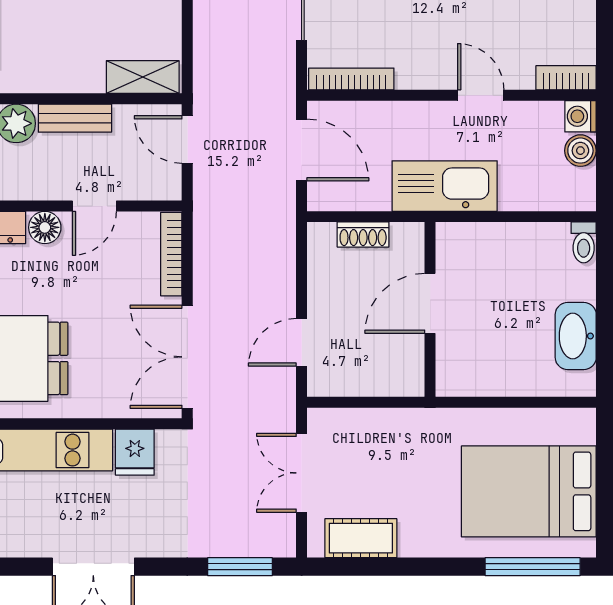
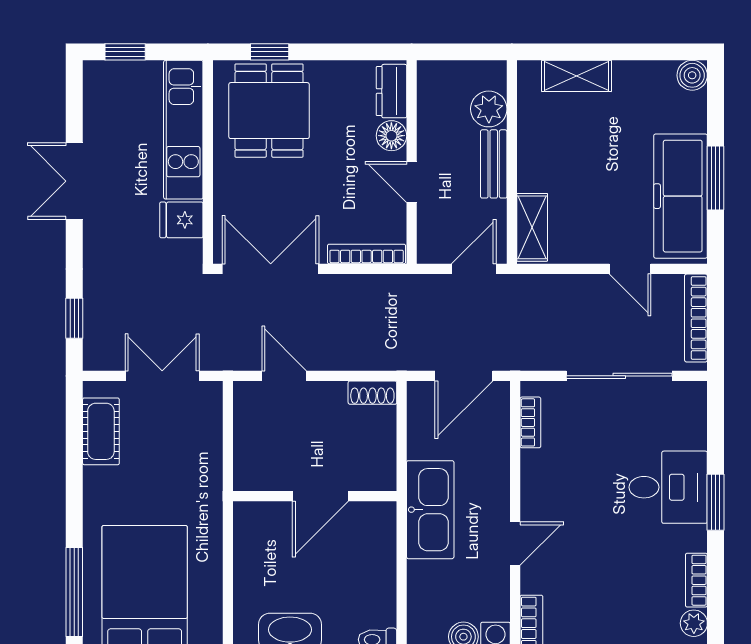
bookcase: (351, 79) -> (530, 422), width x0.64
shoe rack: (363, 235) -> (372, 393), moved, turned -90
door: (430, 303) -> (320, 496), swing flipped
window: (240, 567) -> (74, 318), width x0.67

